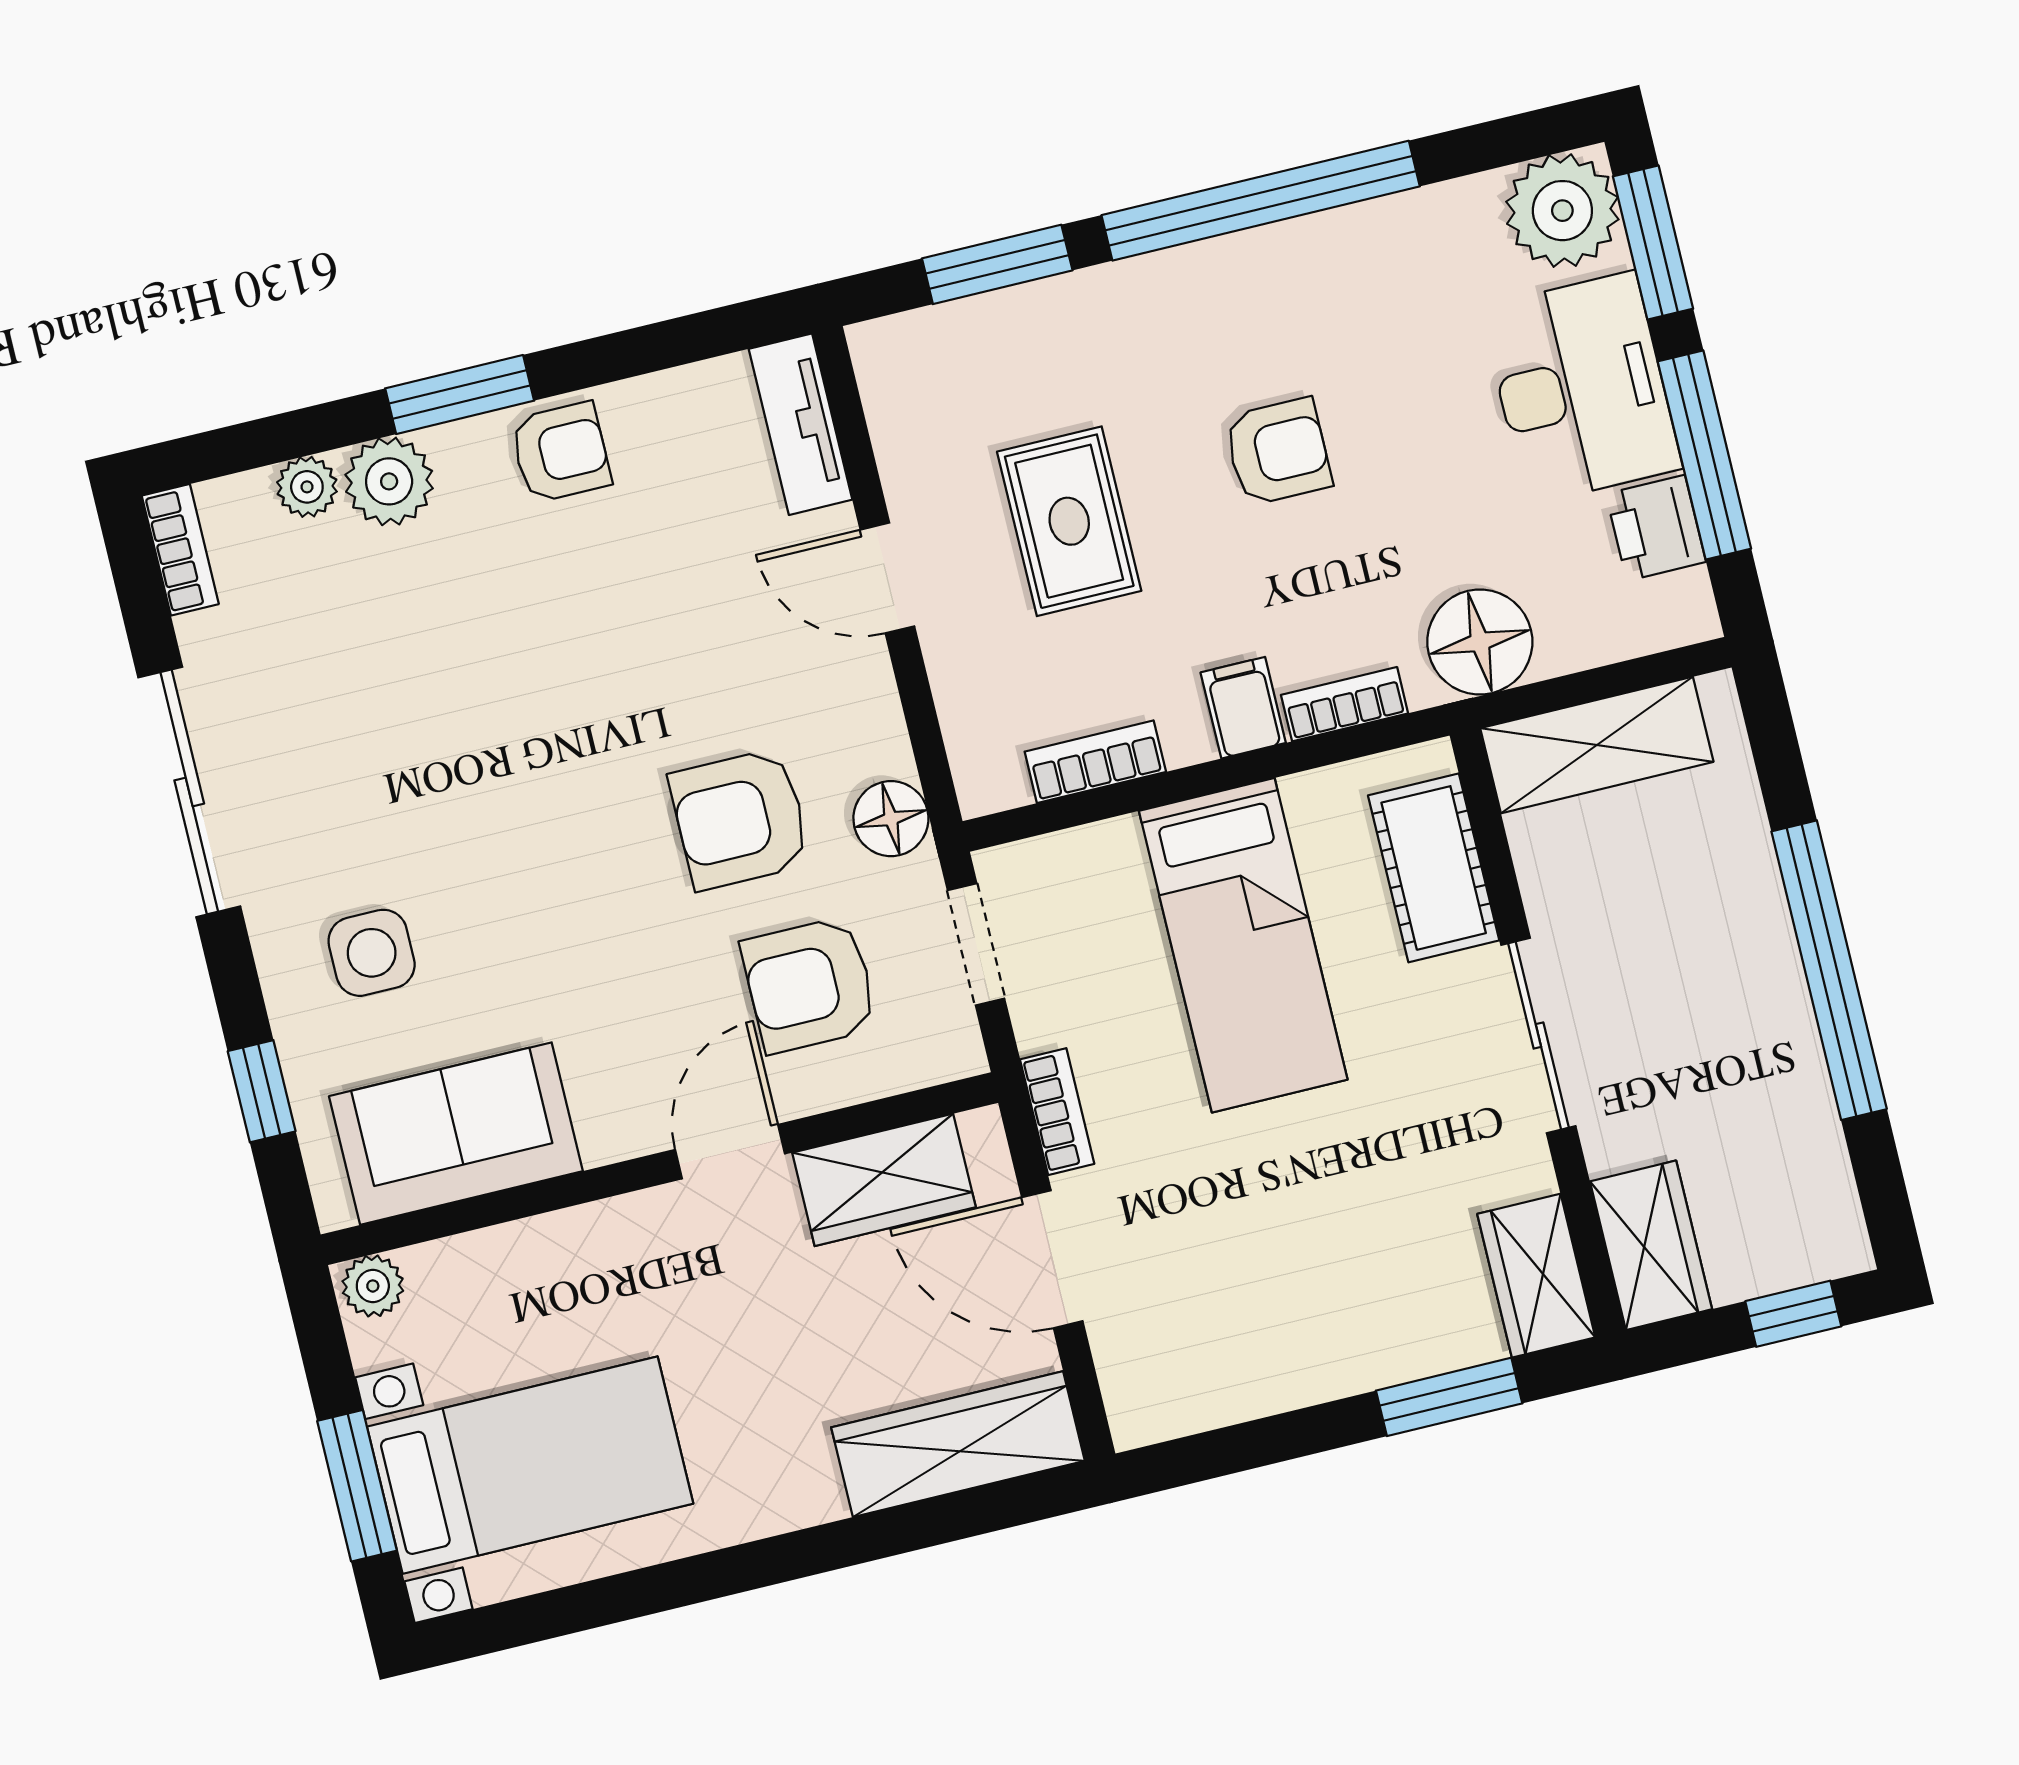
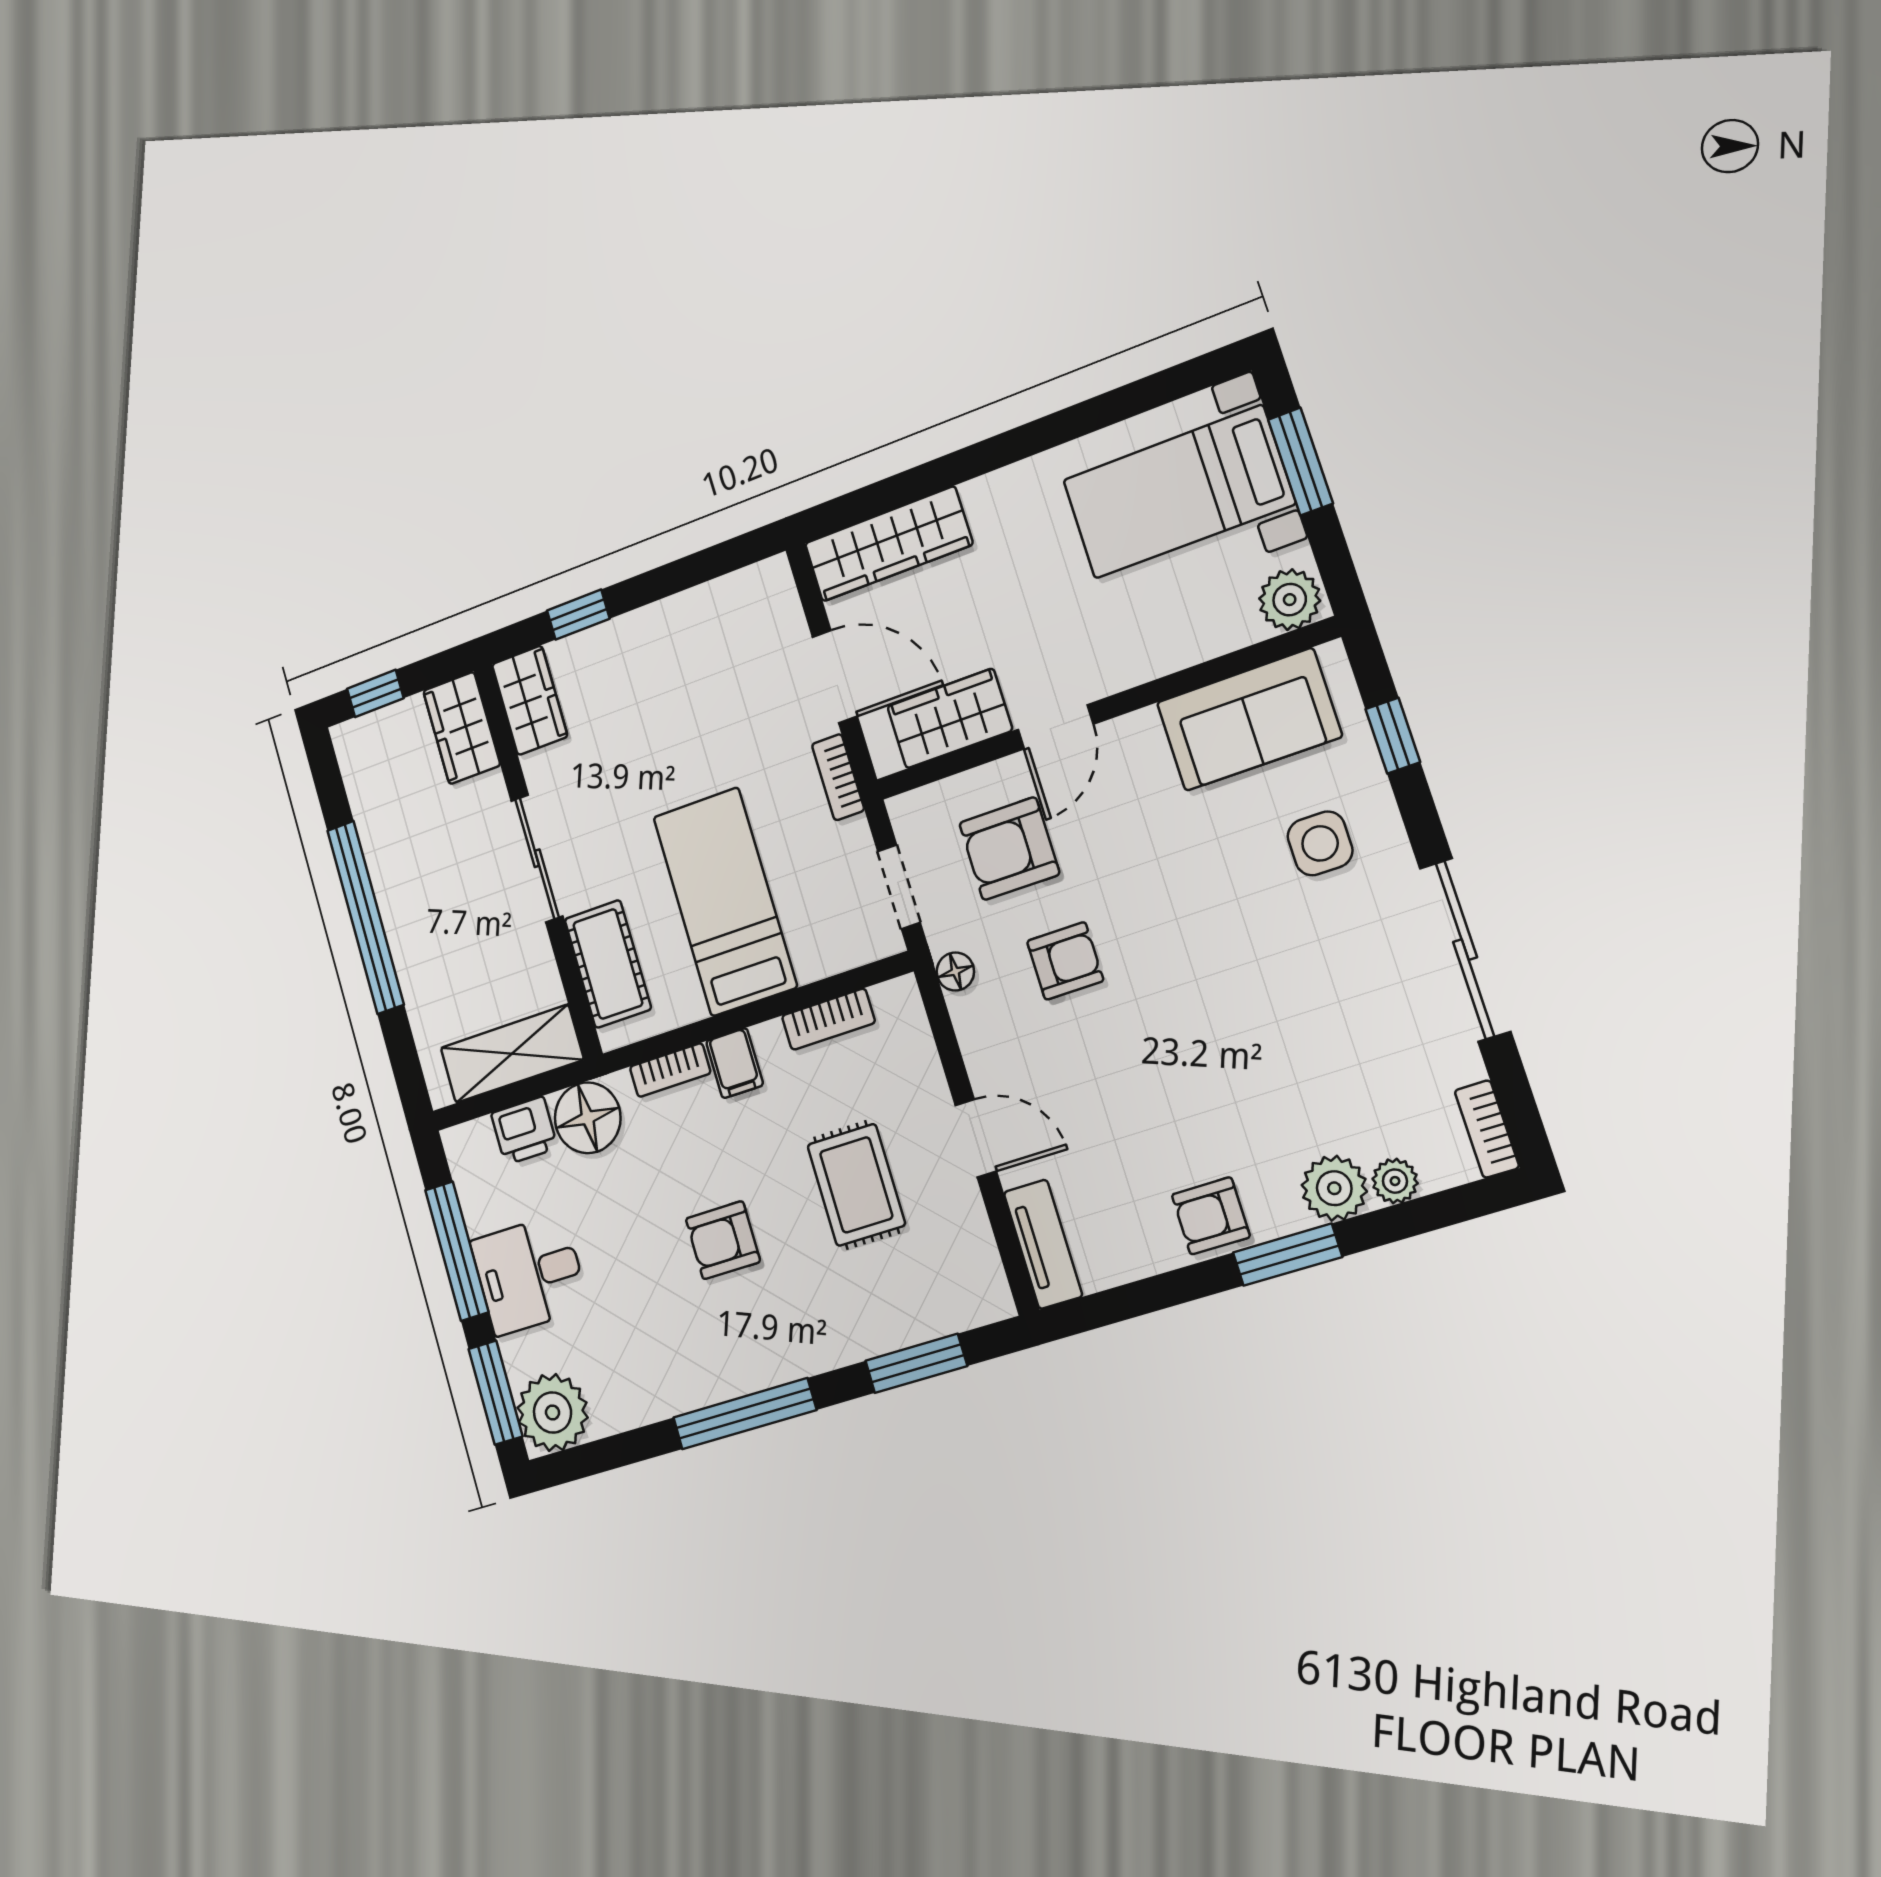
window: (1261, 201) -> (744, 1414), width x0.68
desk: (1581, 388) -> (529, 1275), width x0.73
printer: (1656, 528) -> (524, 1131), moved, turned 90
armchair: (740, 819) -> (1065, 961), width x0.72, depth x0.72
floor lamp: (891, 819) -> (955, 971), width x0.73, depth x0.73
armchair: (809, 985) -> (1009, 849), turned 180
plant: (373, 1286) -> (1290, 600), width x1.38, depth x1.38
window: (1449, 1397) -> (578, 615), width x0.67

